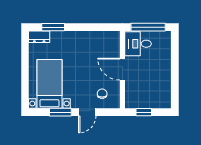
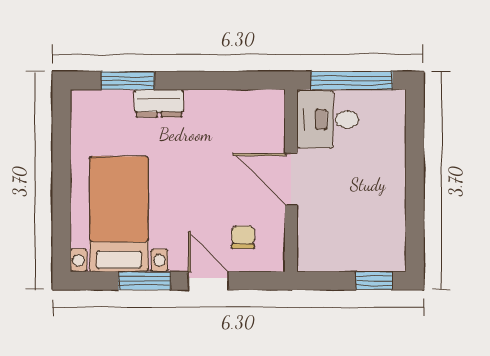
dresser: (39, 37) -> (159, 103), moved
door: (87, 112) -> (208, 281), swing flipped
window: (144, 112) -> (374, 281), moved

